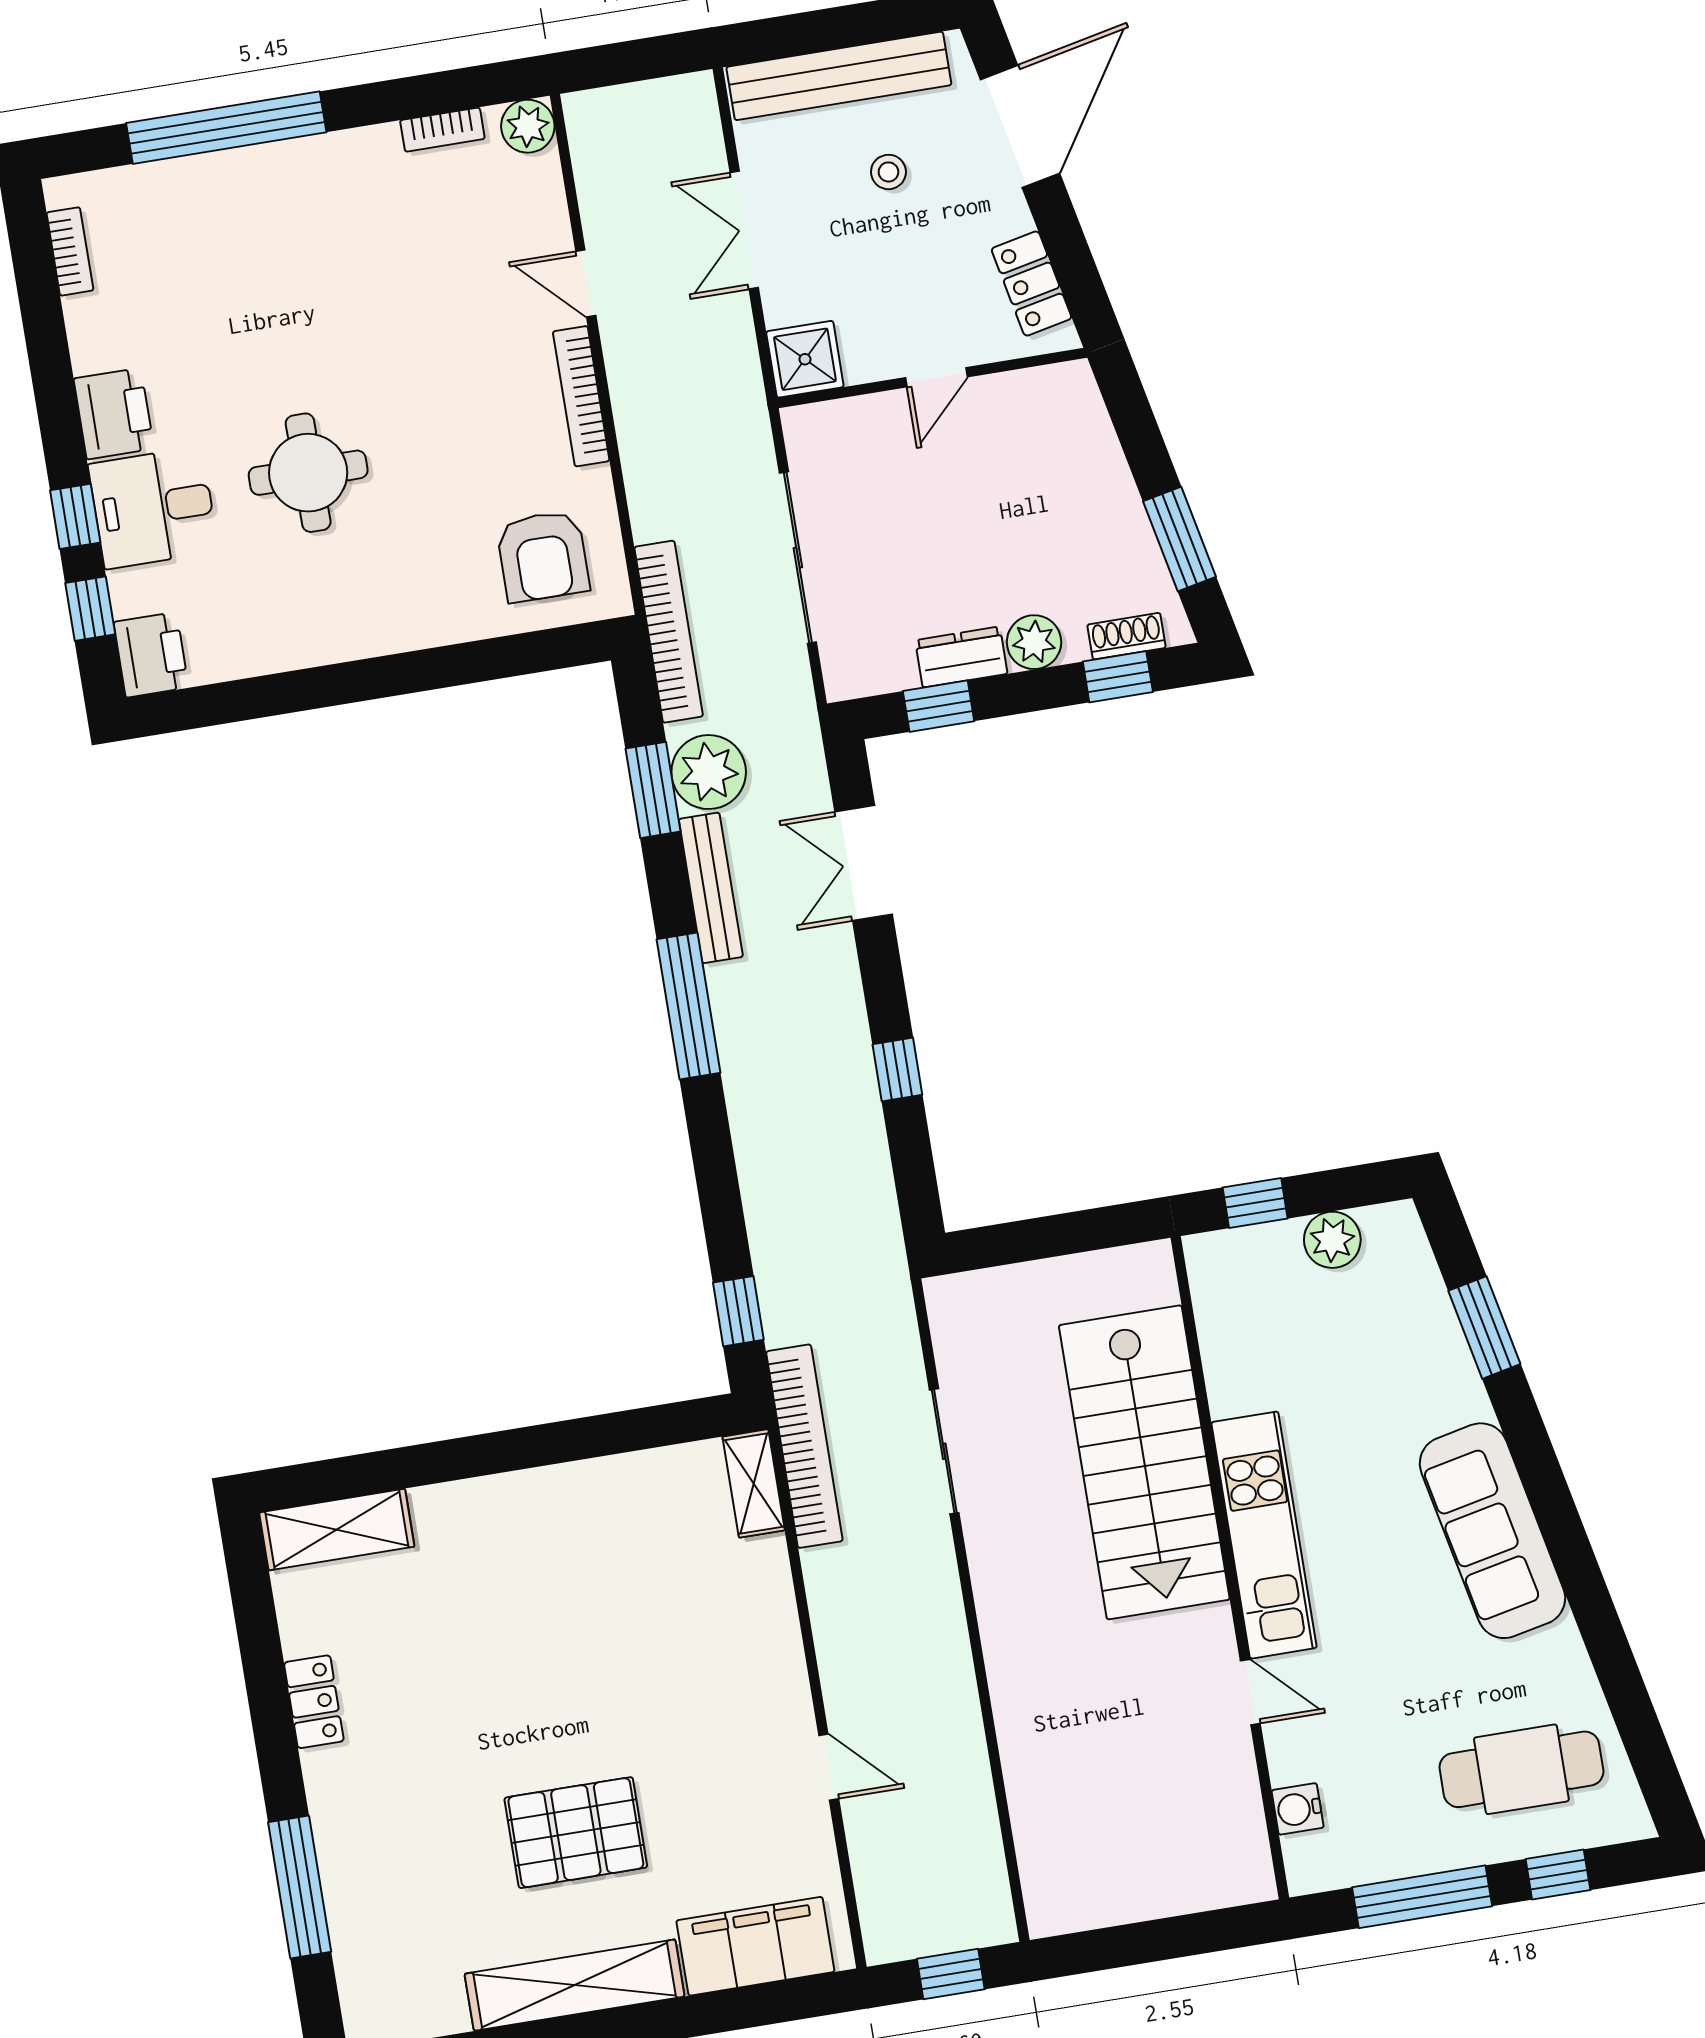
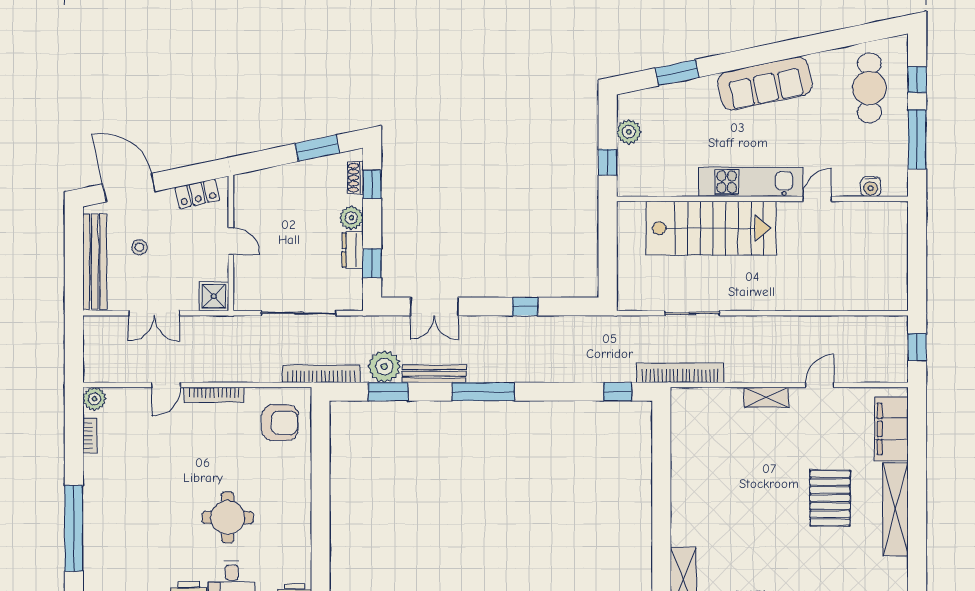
shelving: (754, 1483) -> (766, 397), moved

